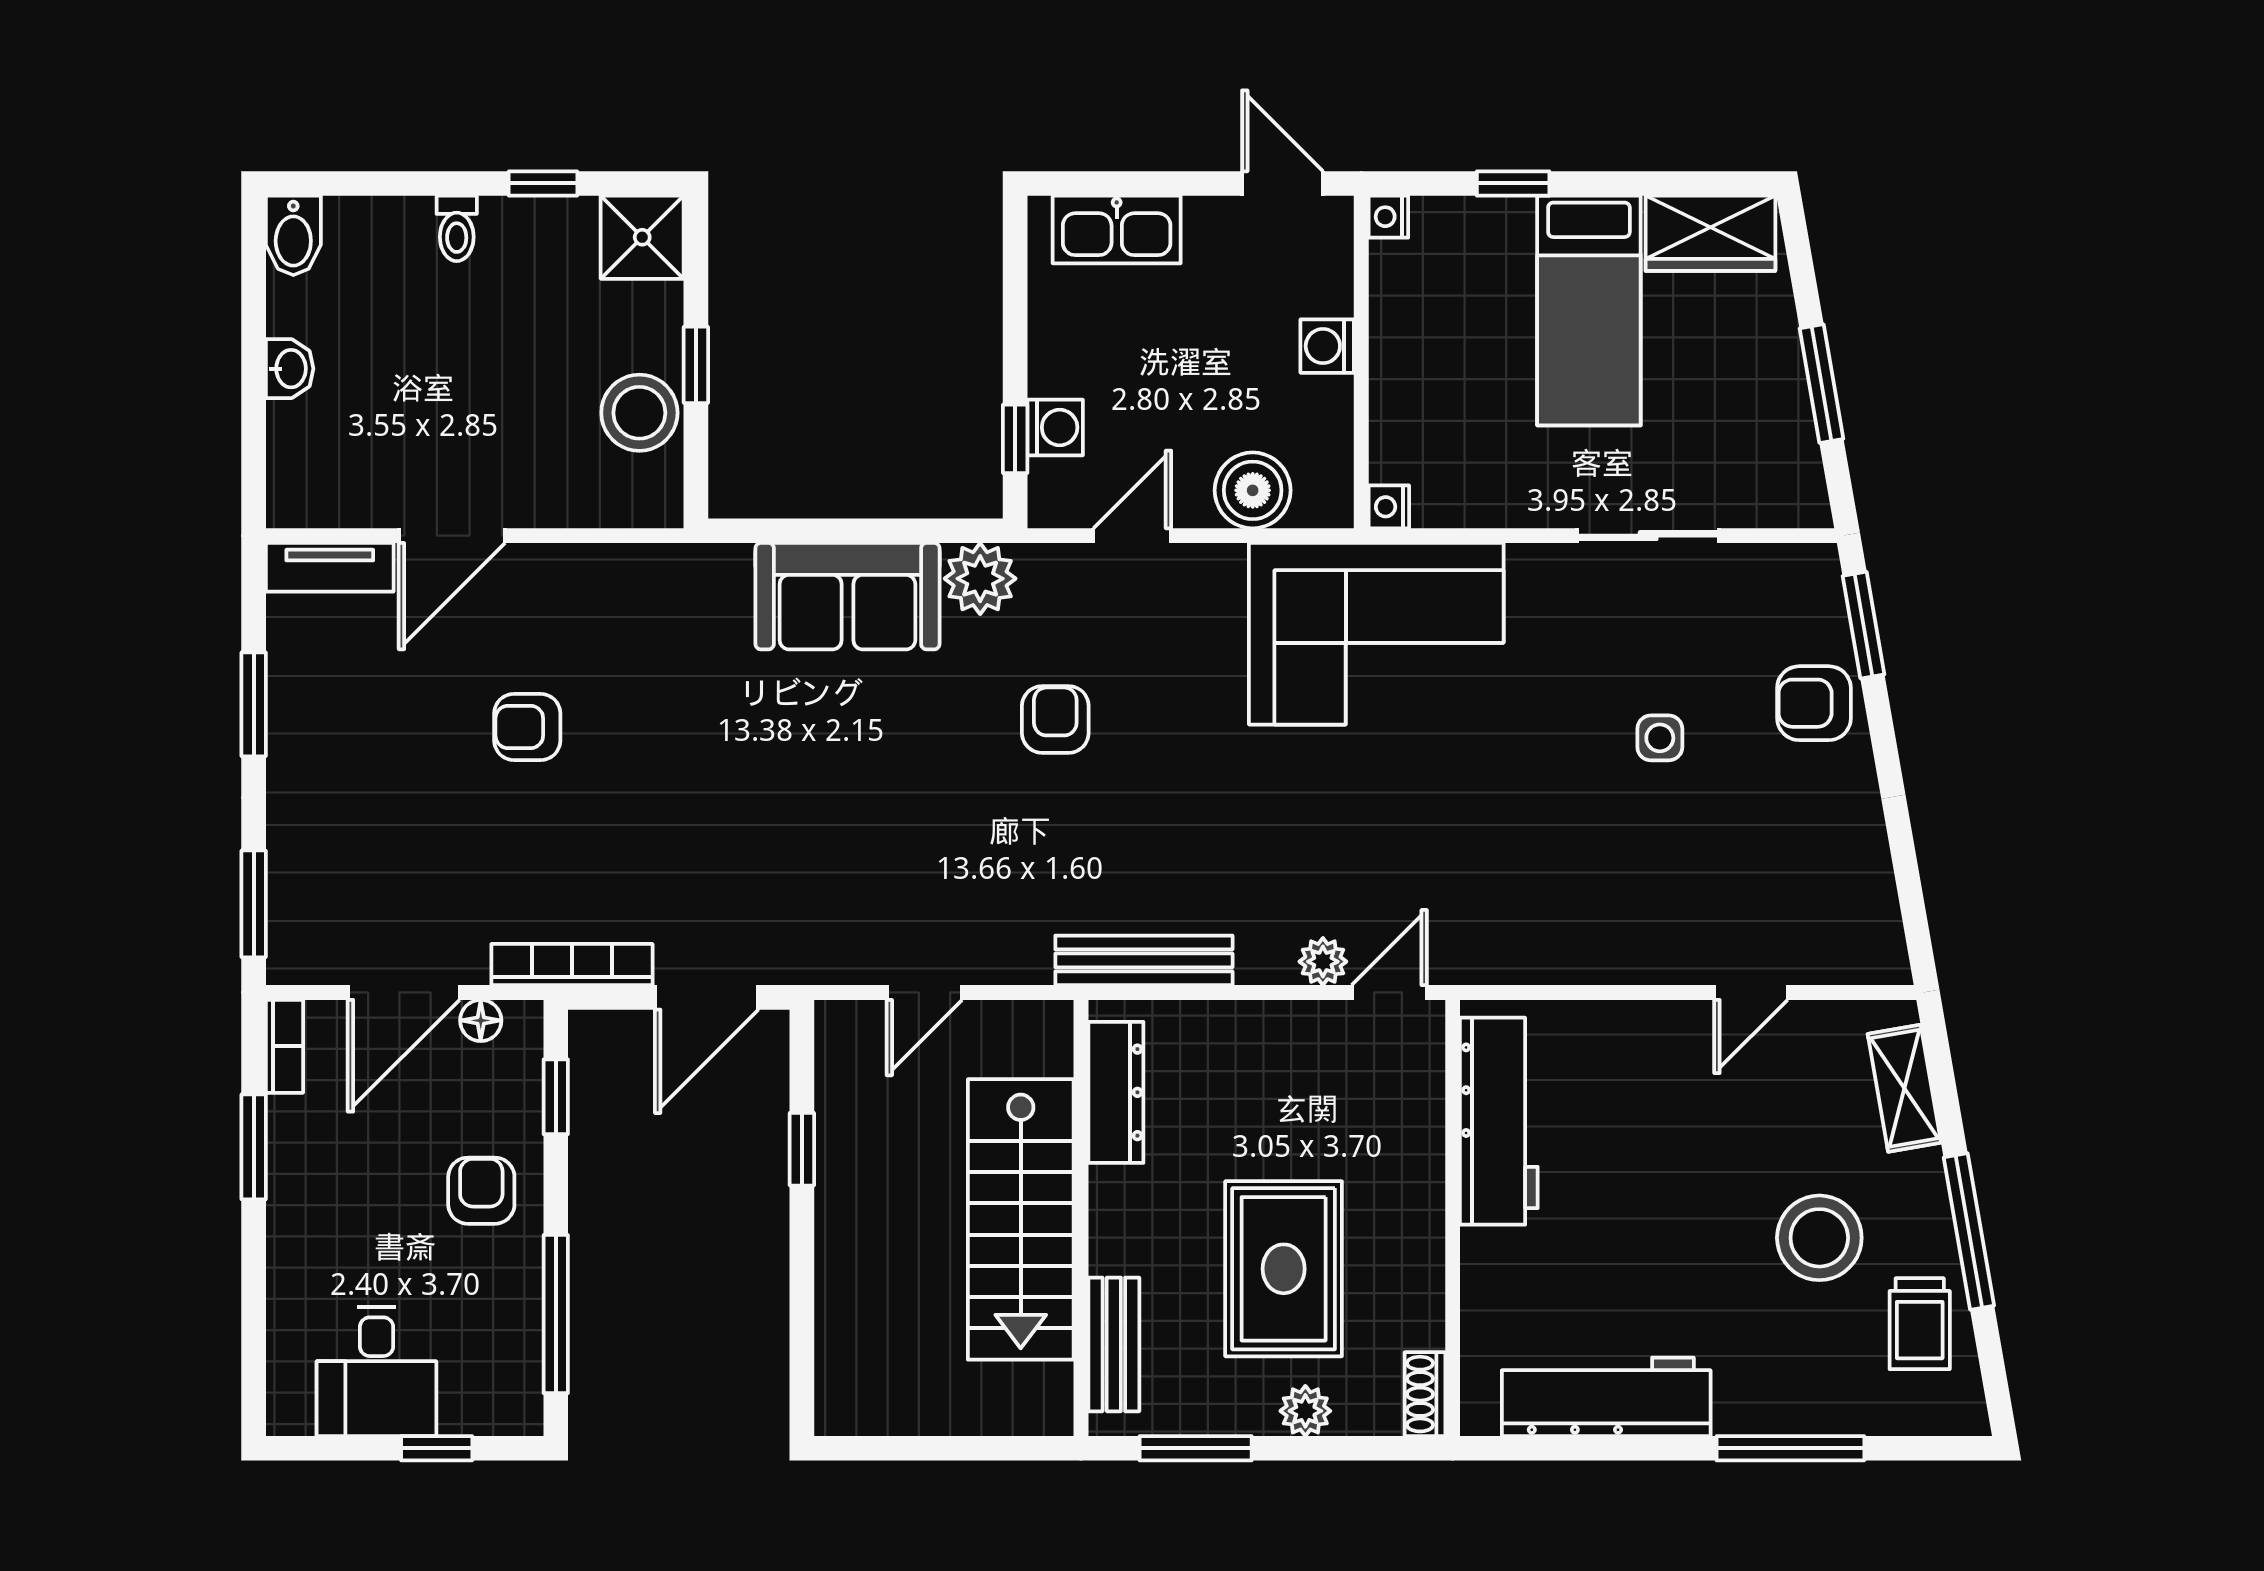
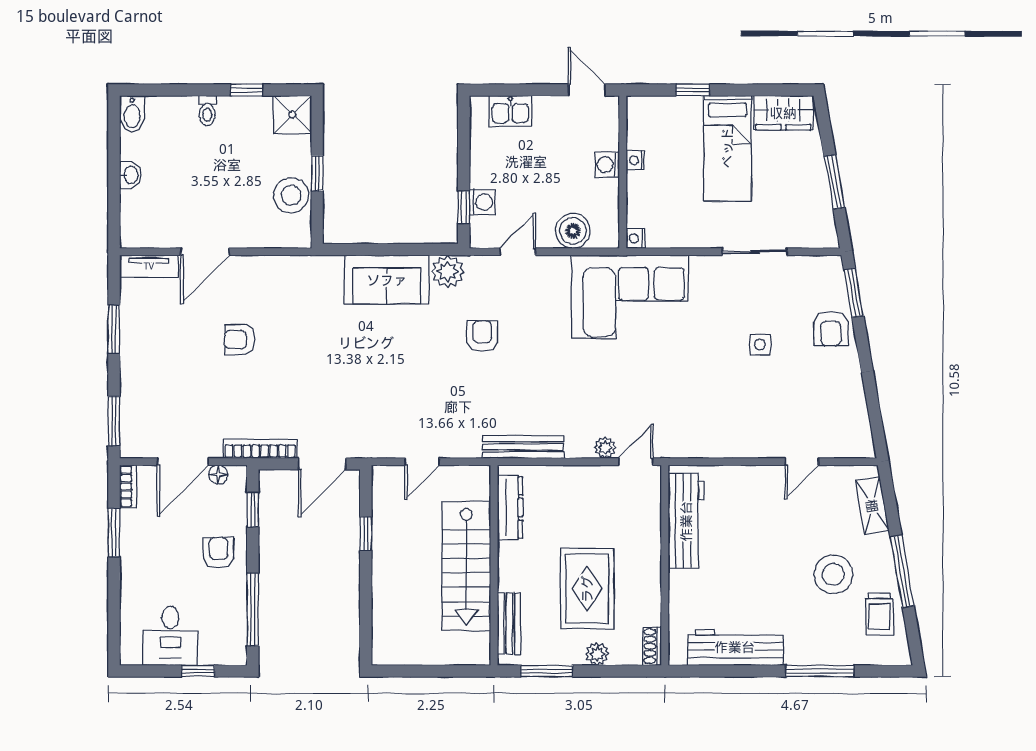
nightstand: (1388, 217) -> (635, 160), moved
kitchen sink: (1117, 229) -> (510, 111), width x0.73
armchair: (1814, 703) -> (831, 329), turned -90

